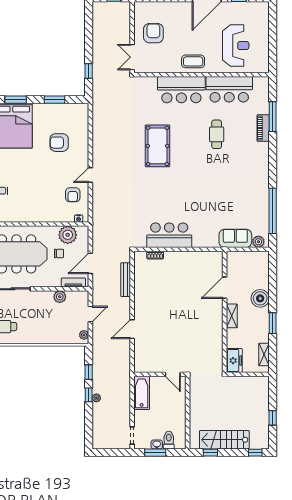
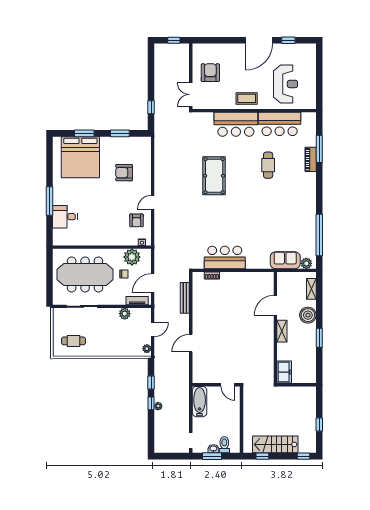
shelving: (264, 355) -> (311, 289), moved

